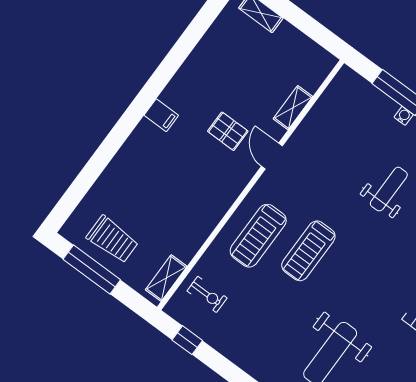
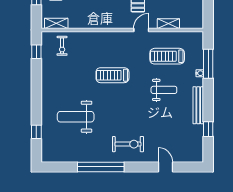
treadmill: (258, 236) -> (167, 56), moved

